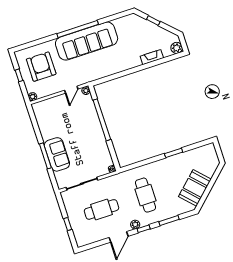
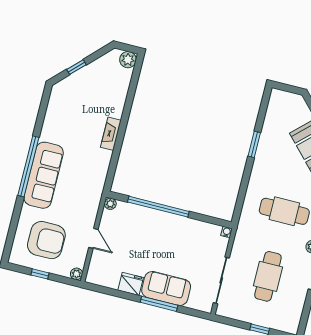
sofa: (87, 41) -> (44, 175), width x0.74, depth x0.79
fireplace: (152, 57) -> (111, 134), moved
armchair: (41, 67) -> (46, 240), turned 180
door: (71, 90) -> (93, 238), moved
fridge: (47, 132) -> (131, 284), added

